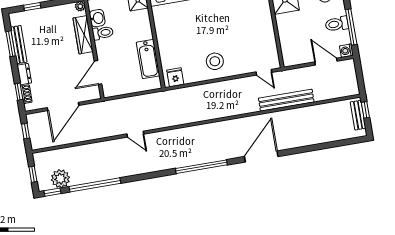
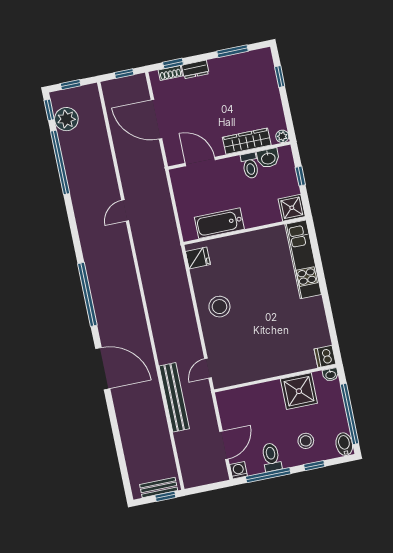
bench: (19, 45) -> (232, 61), removed

